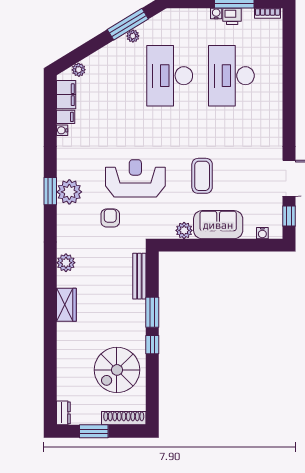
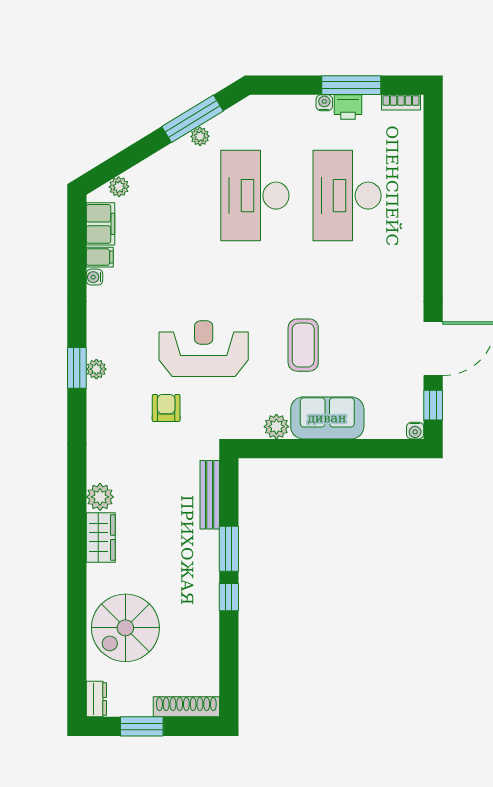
plant: (69, 192) -> (96, 369), width x0.53, depth x0.53
water cooler: (262, 233) -> (415, 431), moved
plant: (66, 263) -> (100, 497), moved
spiral stairs: (117, 370) -> (125, 628), moved

